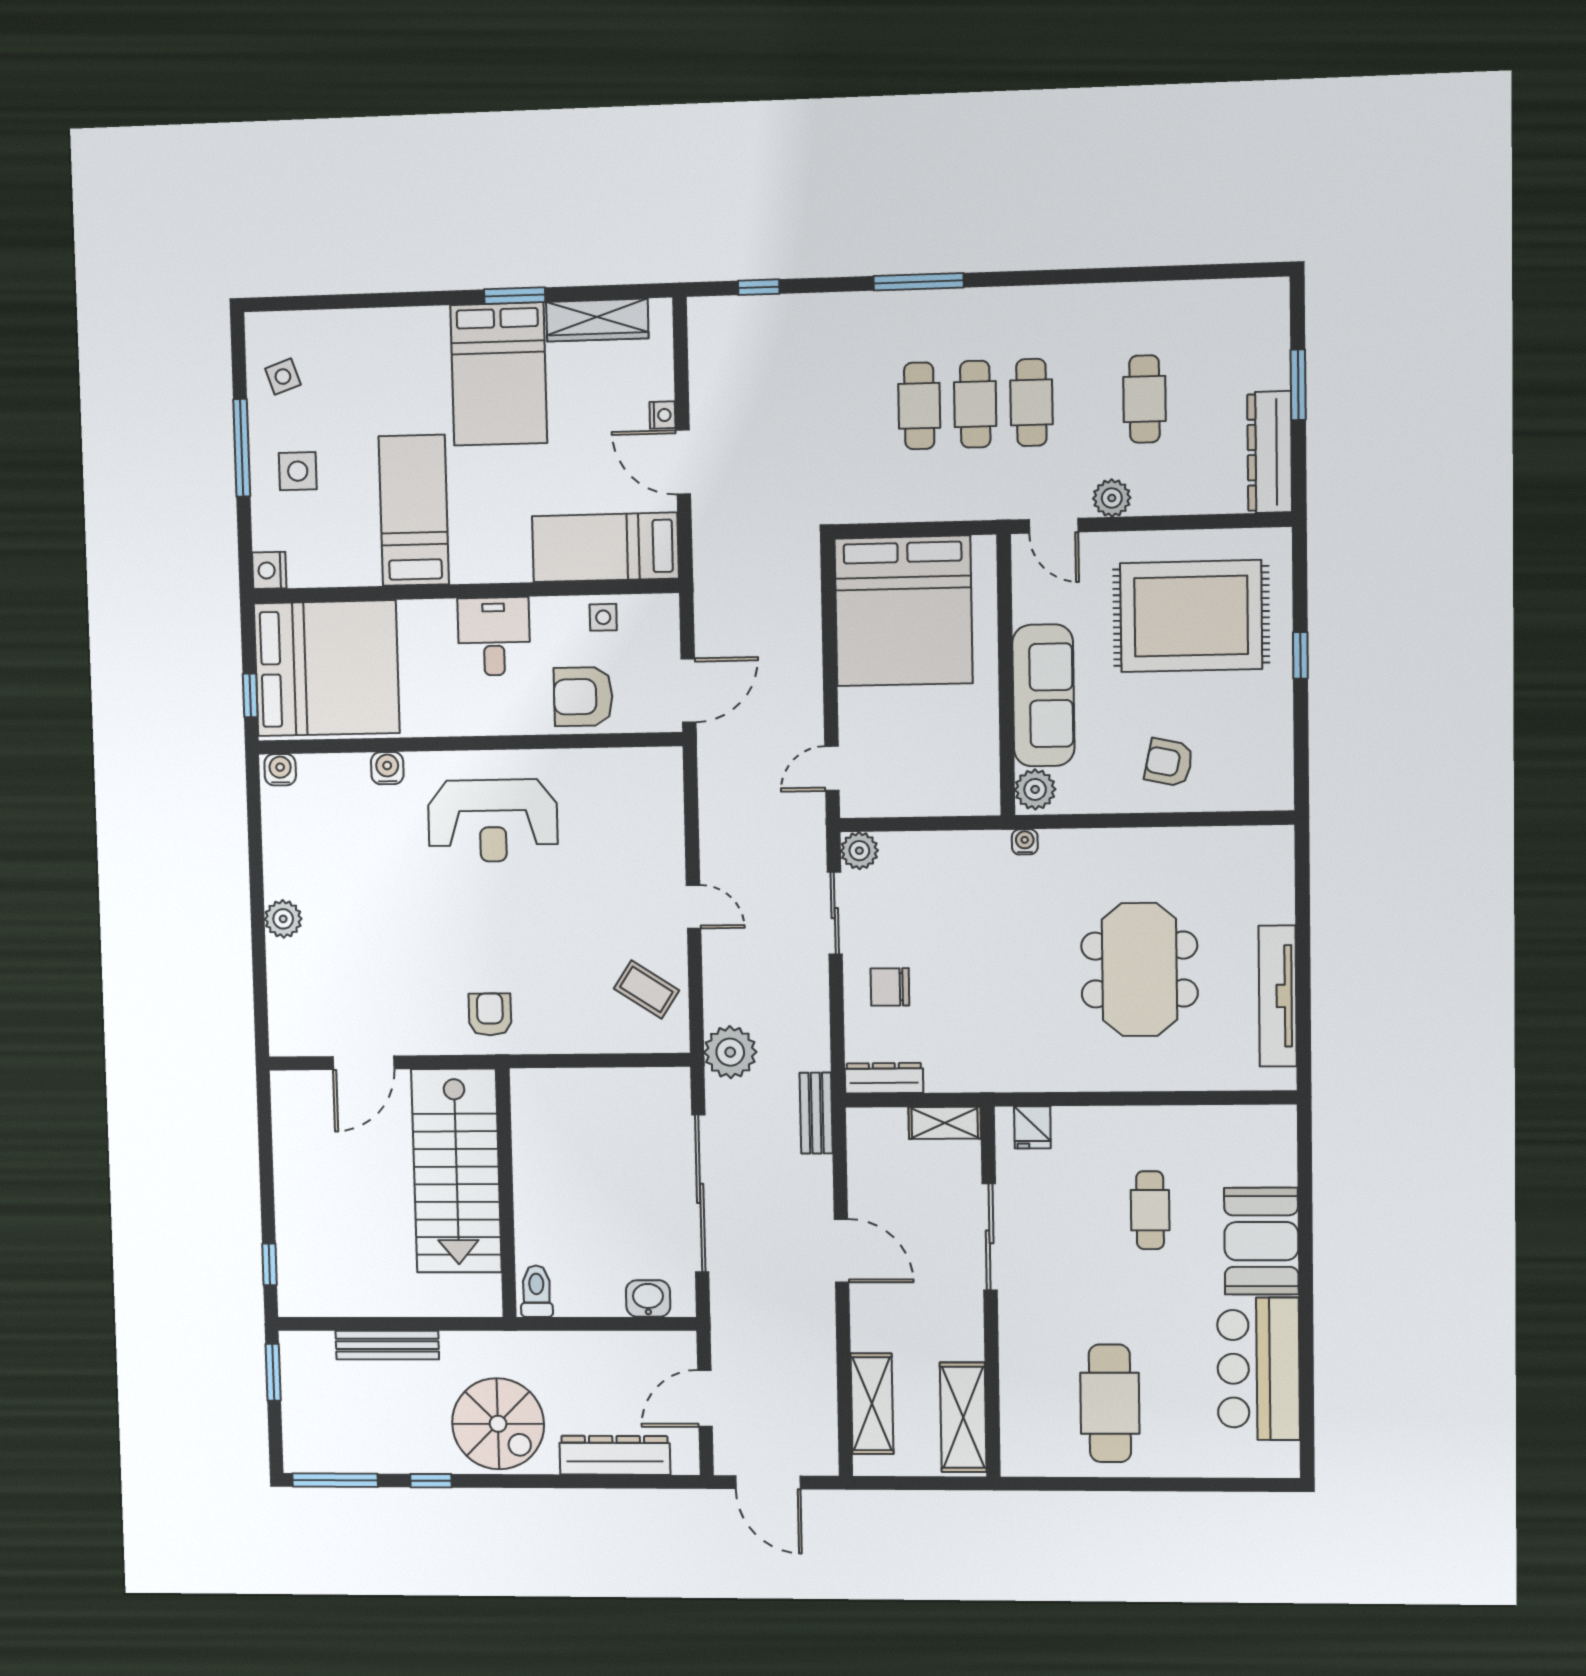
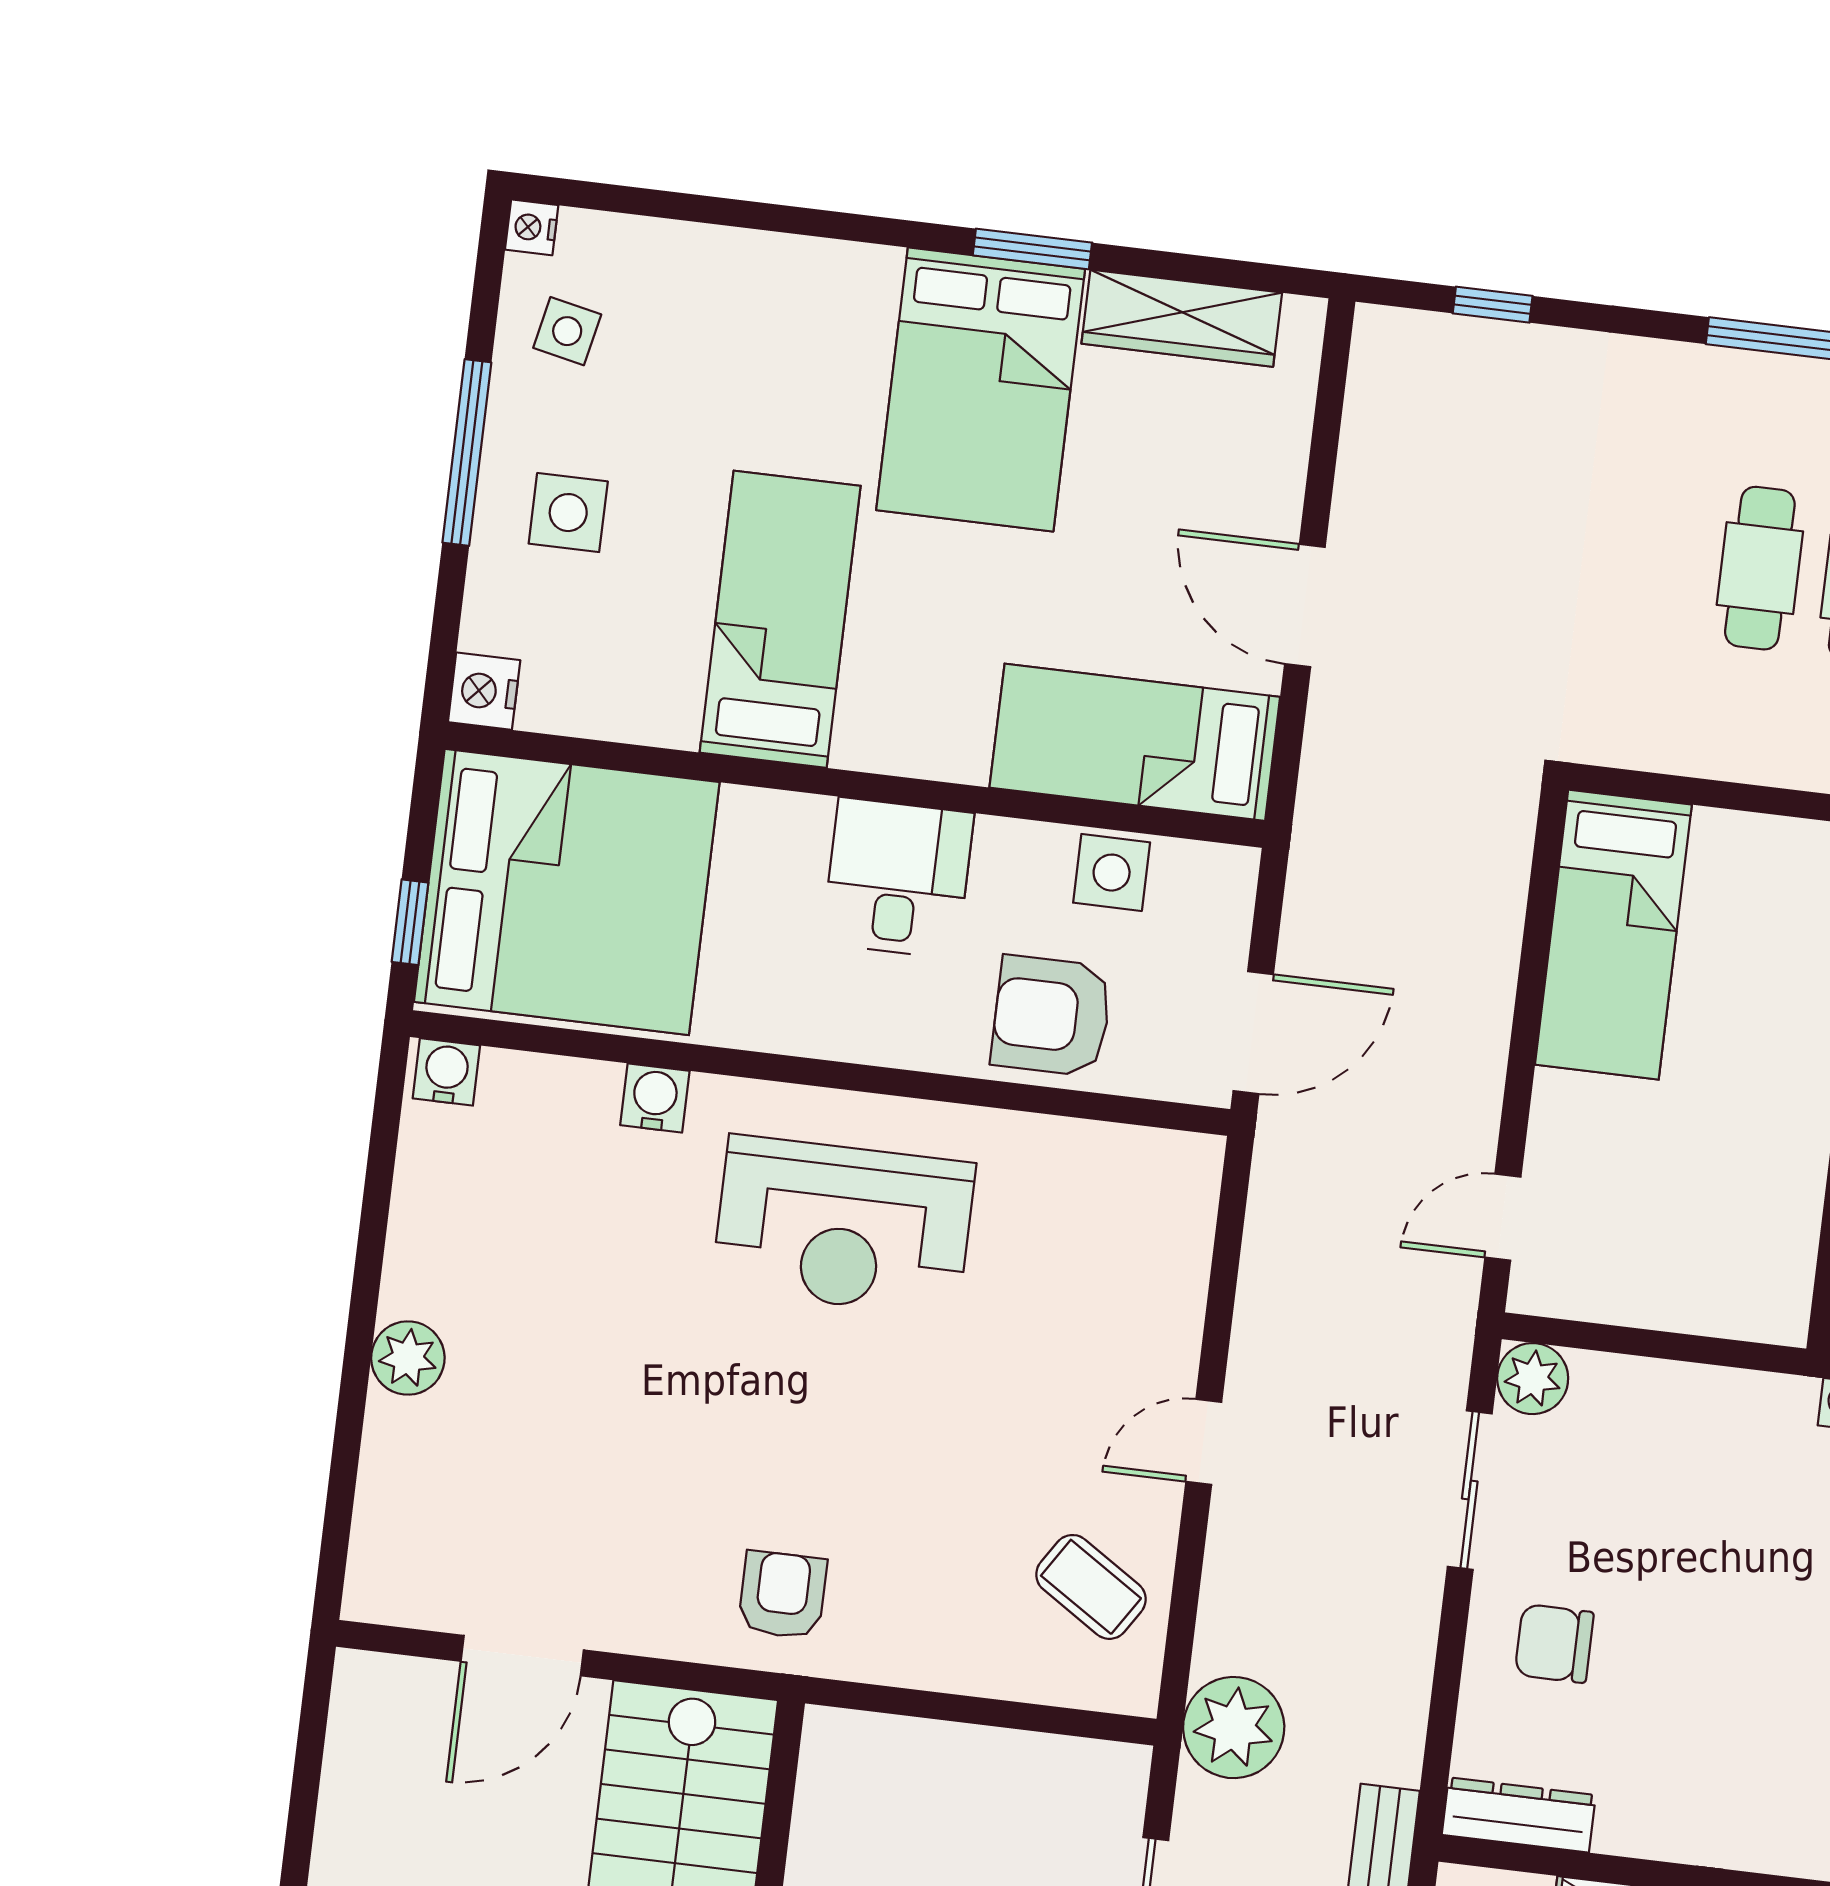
side table: (283, 377) -> (567, 331), turned 31
nightstand: (662, 415) -> (532, 227), moved, turned 180
bed: (904, 611) -> (1613, 935), width x0.49
side table: (603, 617) -> (1112, 873), width x1.37, depth x1.37
door: (694, 907) -> (1204, 1442), swing flipped

